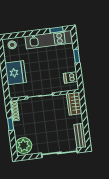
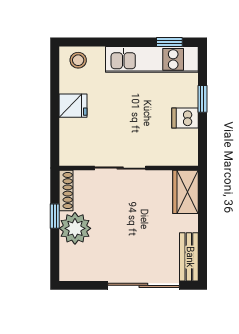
fridge: (16, 73) -> (73, 106), width x0.53, depth x0.75
dishwasher: (71, 77) -> (185, 118), moved
plant: (24, 146) -> (75, 228), moved

